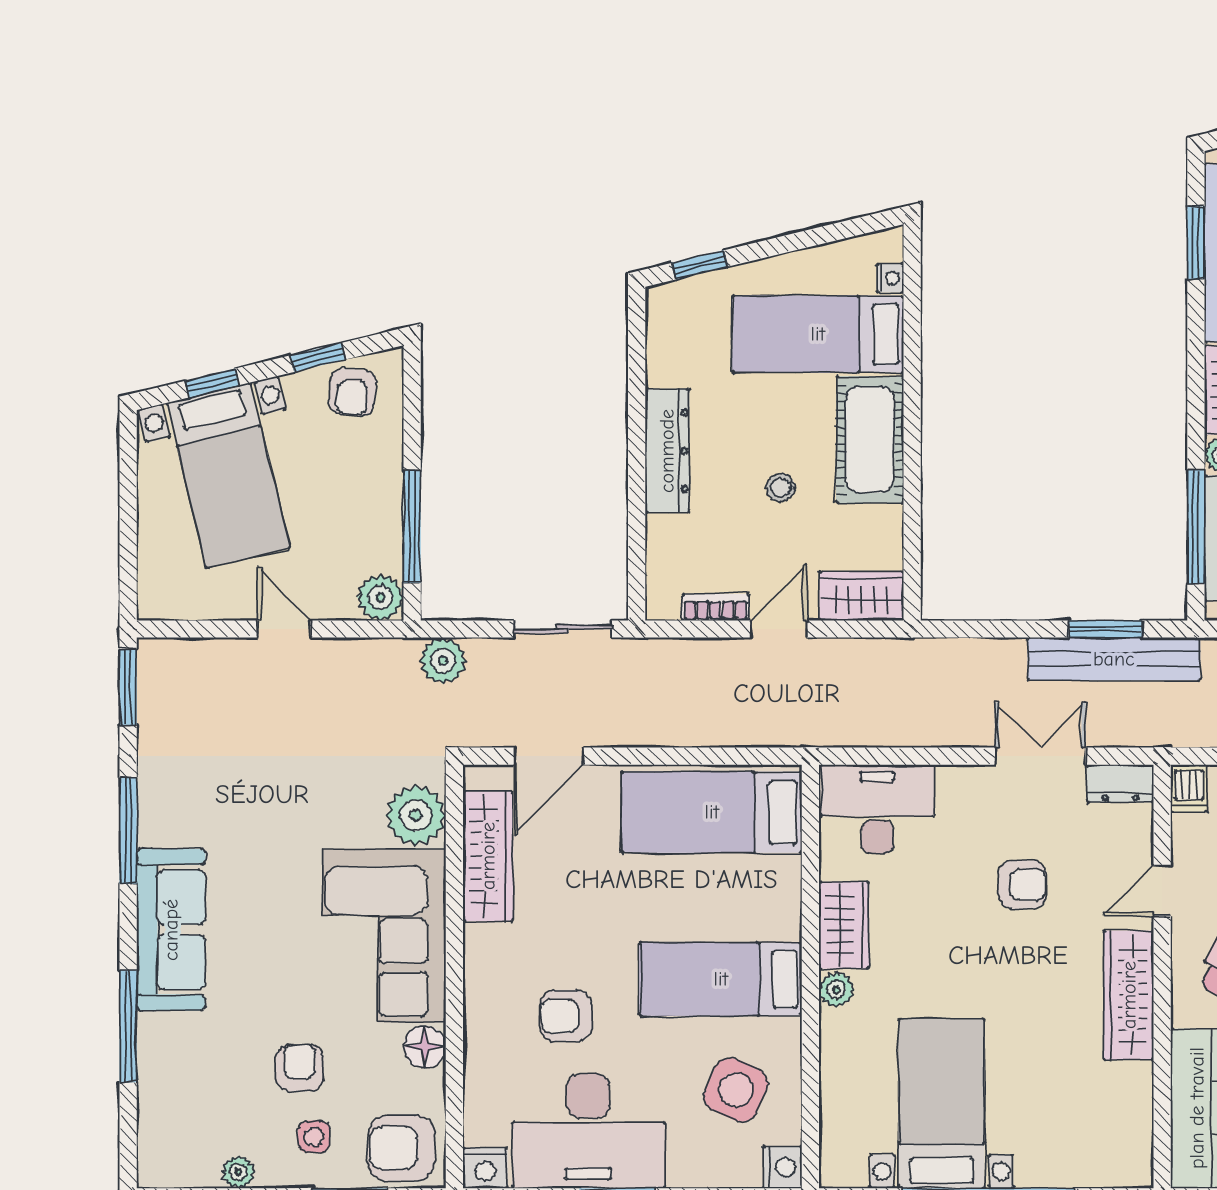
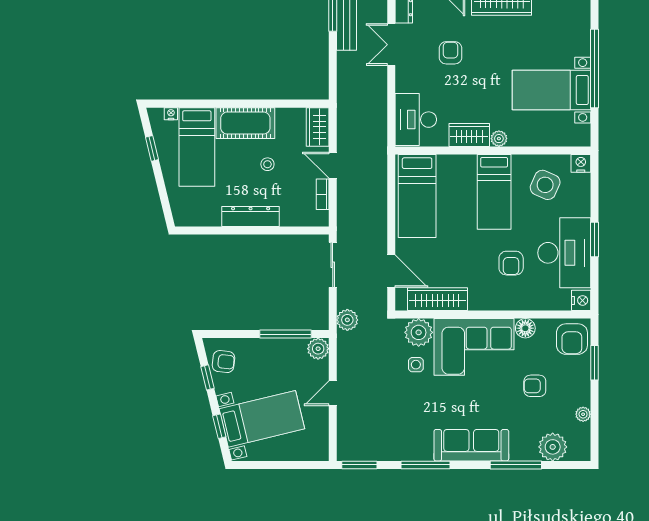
window: (700, 265) -> (152, 148), moved
plant: (167, 1106) -> (553, 447), added
side table: (314, 1137) -> (416, 365), moved

